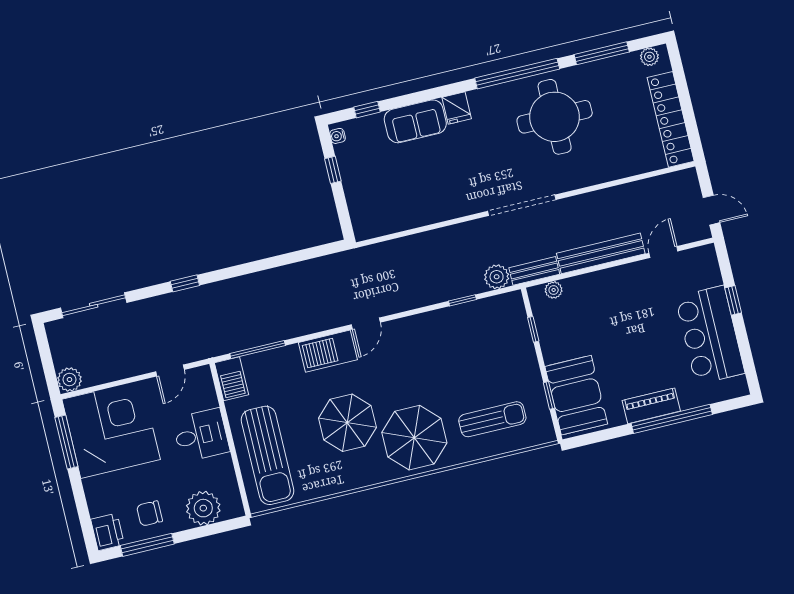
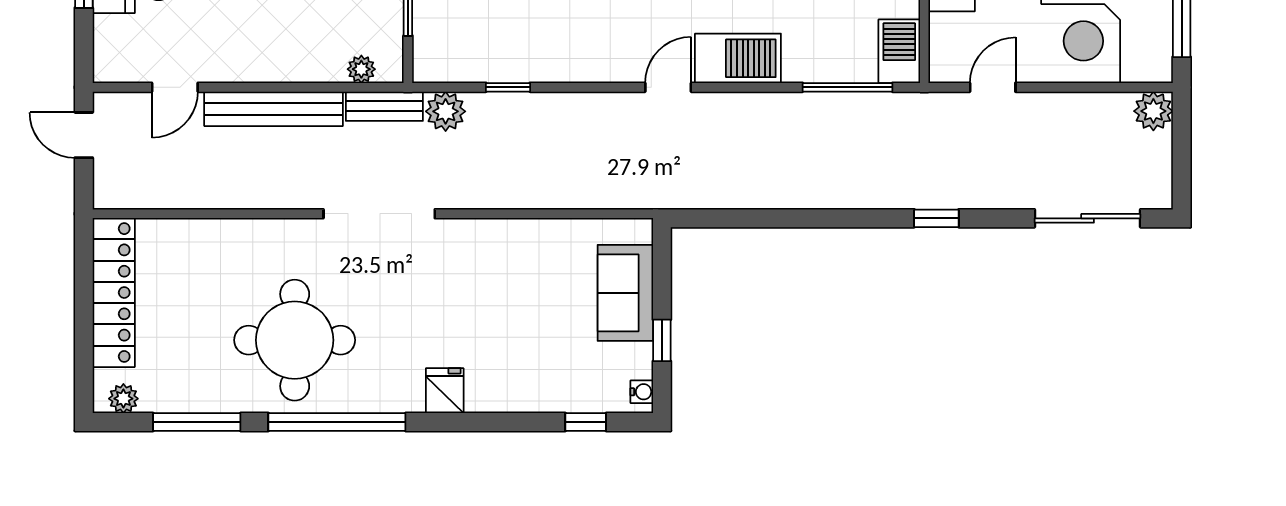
sofa: (415, 121) -> (625, 293), moved, turned -90

